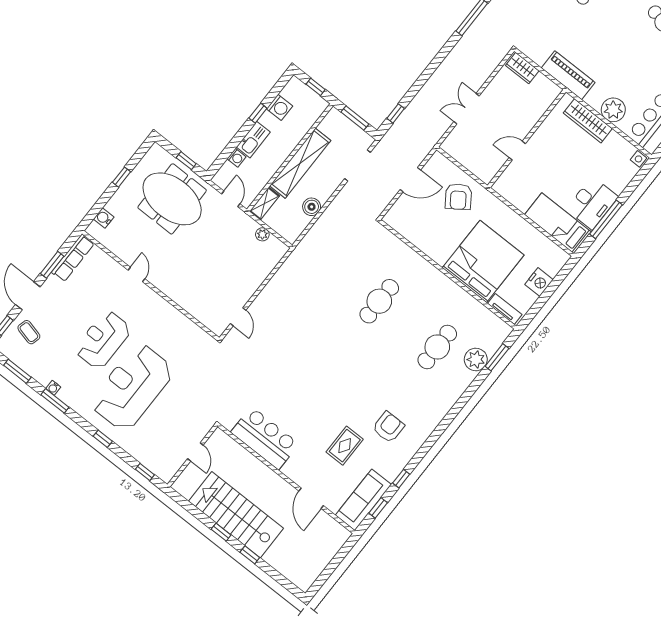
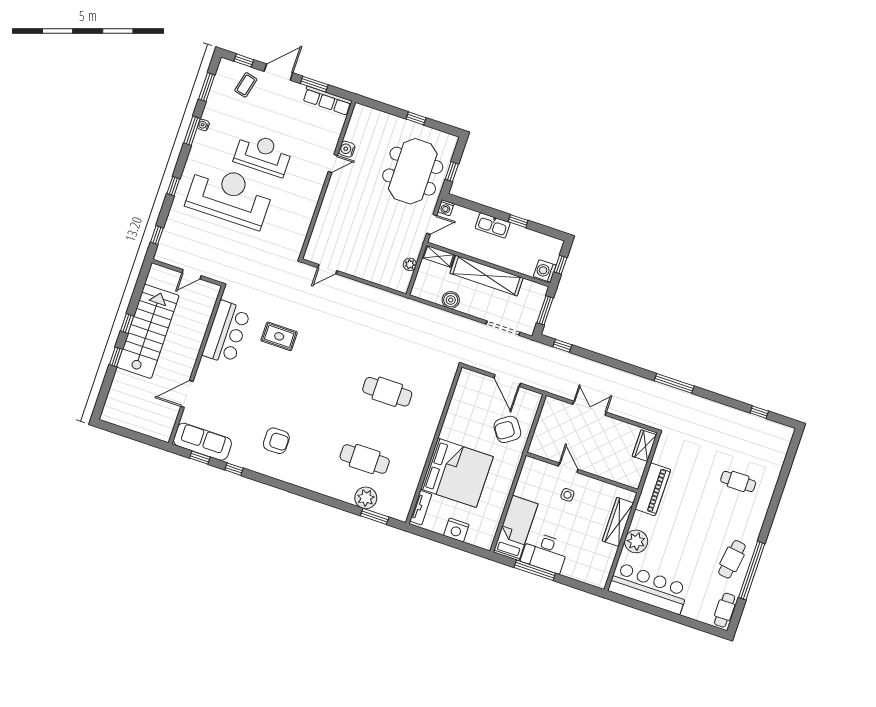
washing machine: (280, 107) -> (545, 271), moved, turned 90
washing machine: (236, 158) -> (446, 208), moved
side table: (639, 159) -> (567, 495), moved
water cooler: (104, 218) -> (347, 149), moved, turned -90
rug: (345, 446) -> (279, 336), moved

